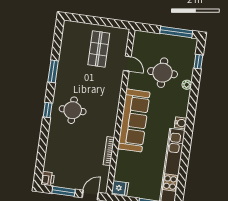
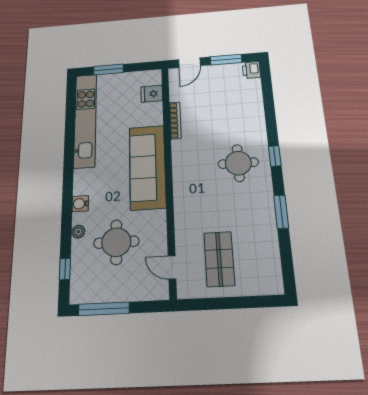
door: (127, 64) -> (172, 267), moved
water cooler: (181, 123) -> (80, 204), moved
fridge: (120, 188) -> (152, 94), moved

